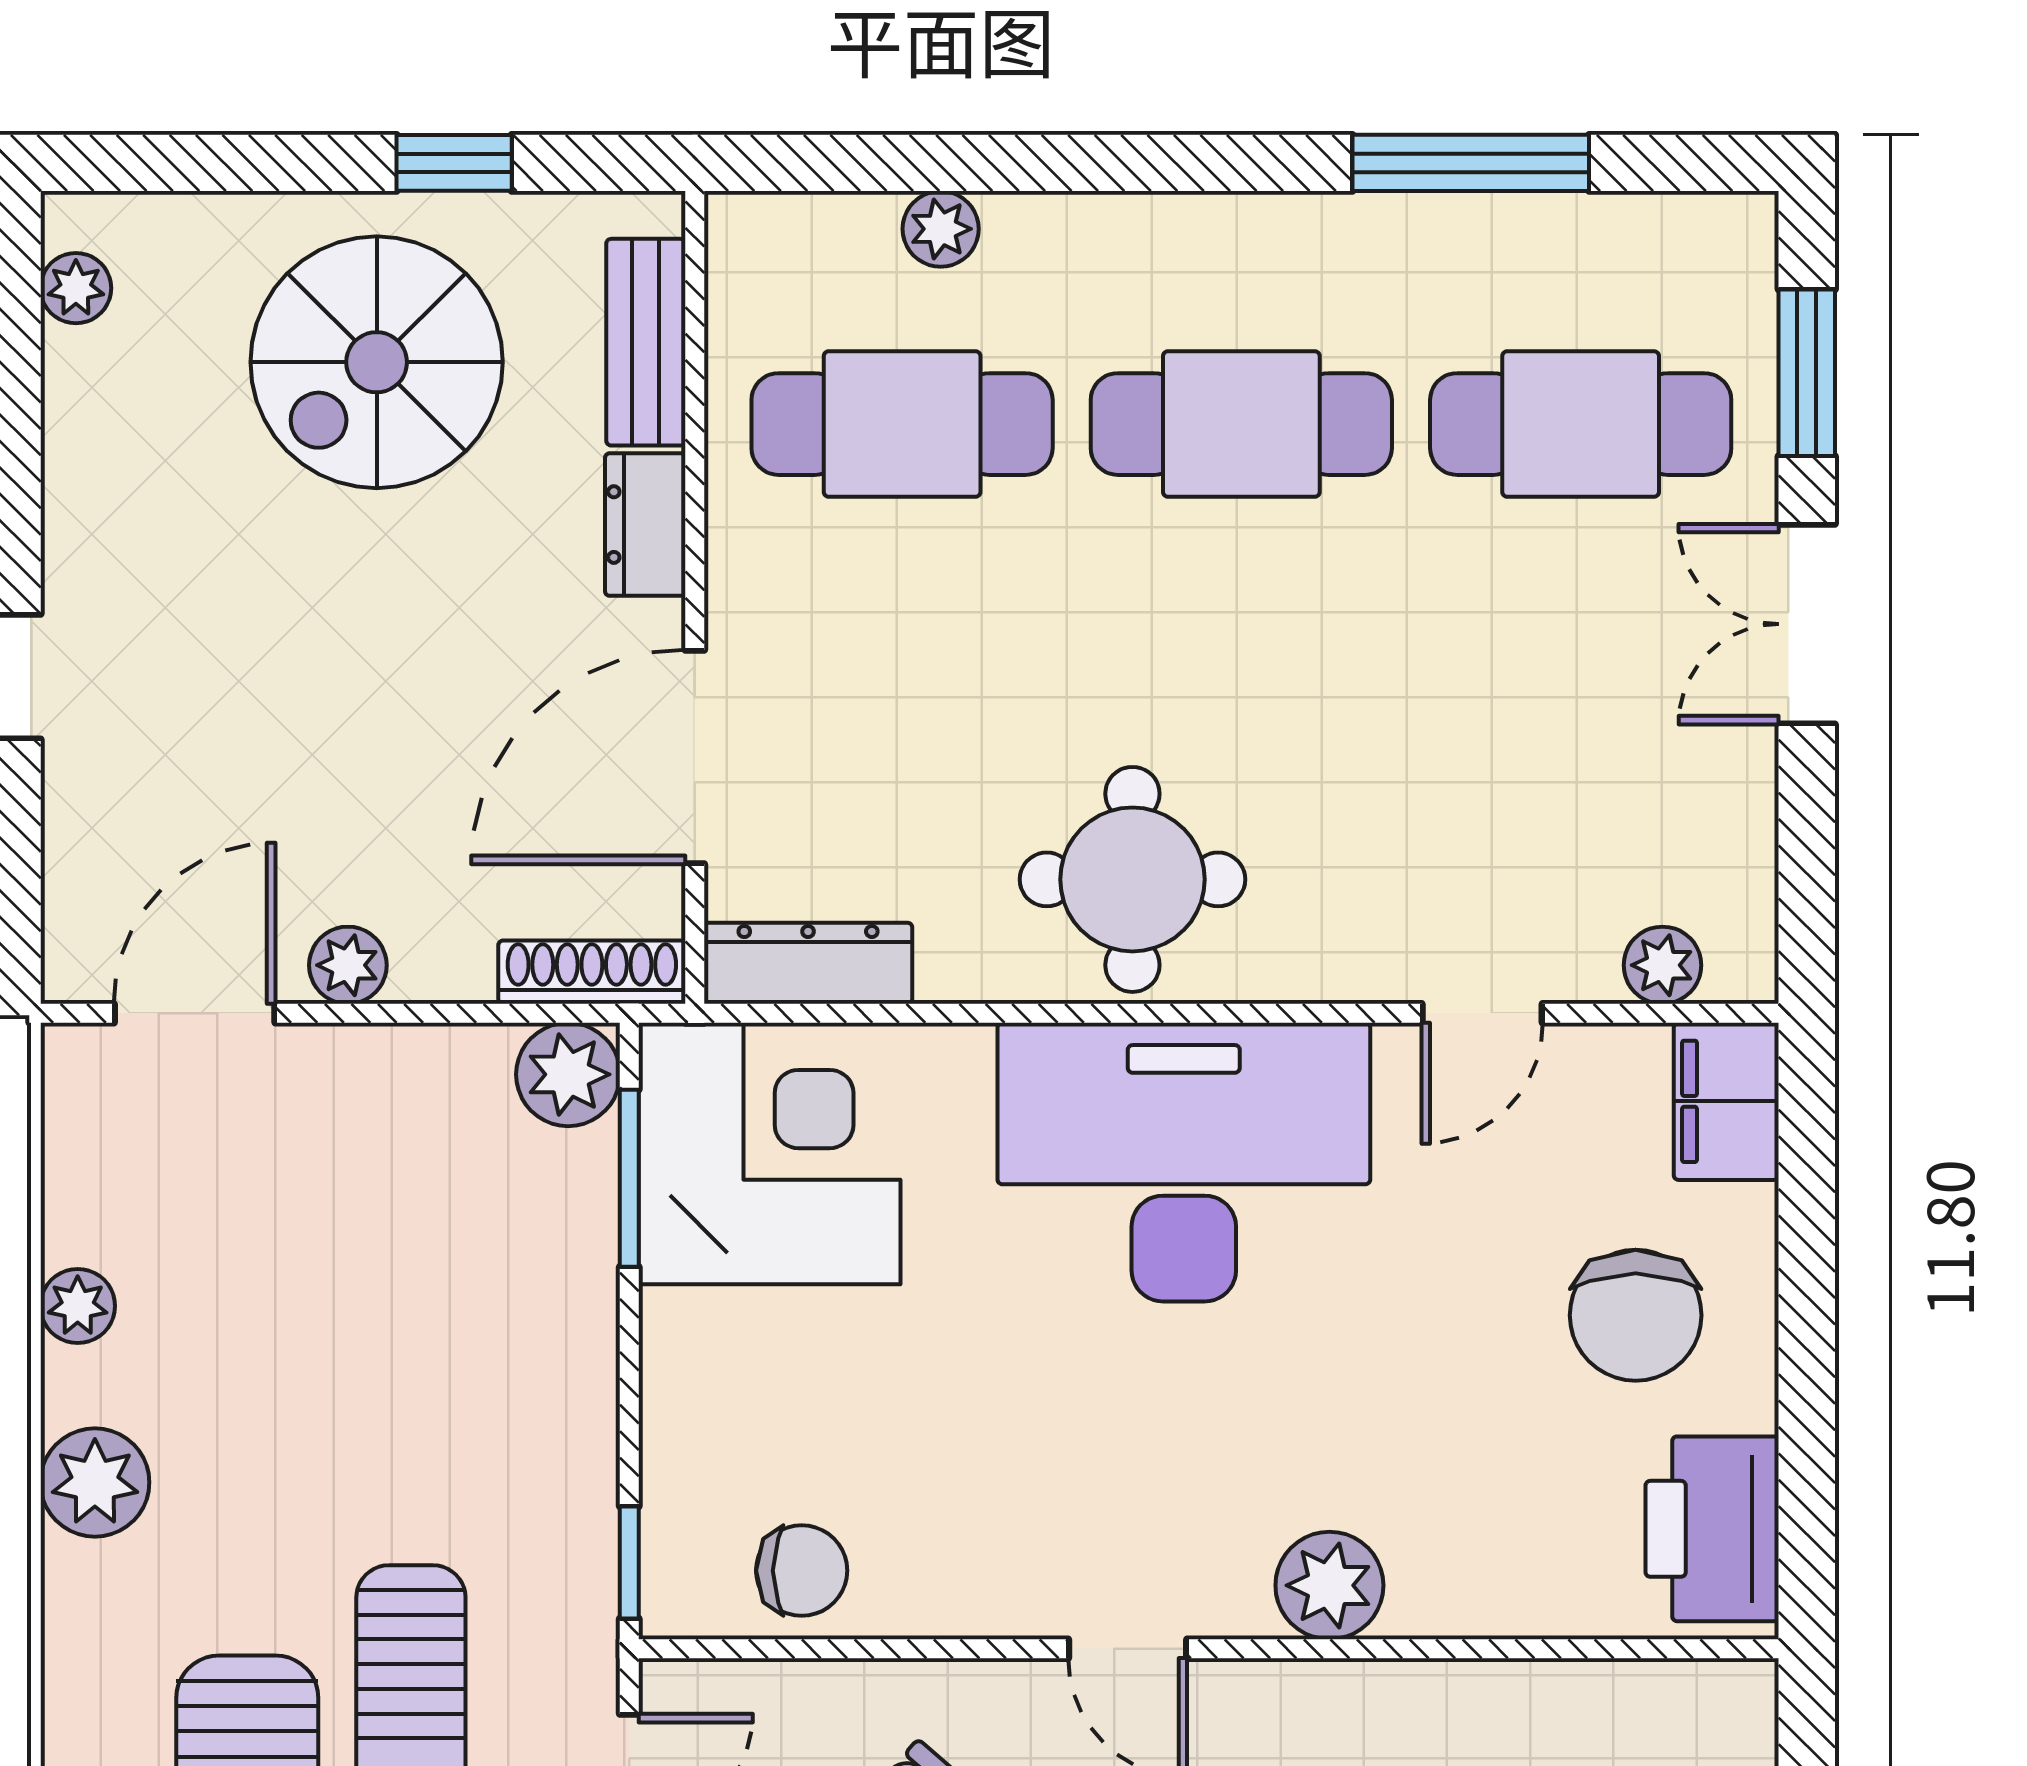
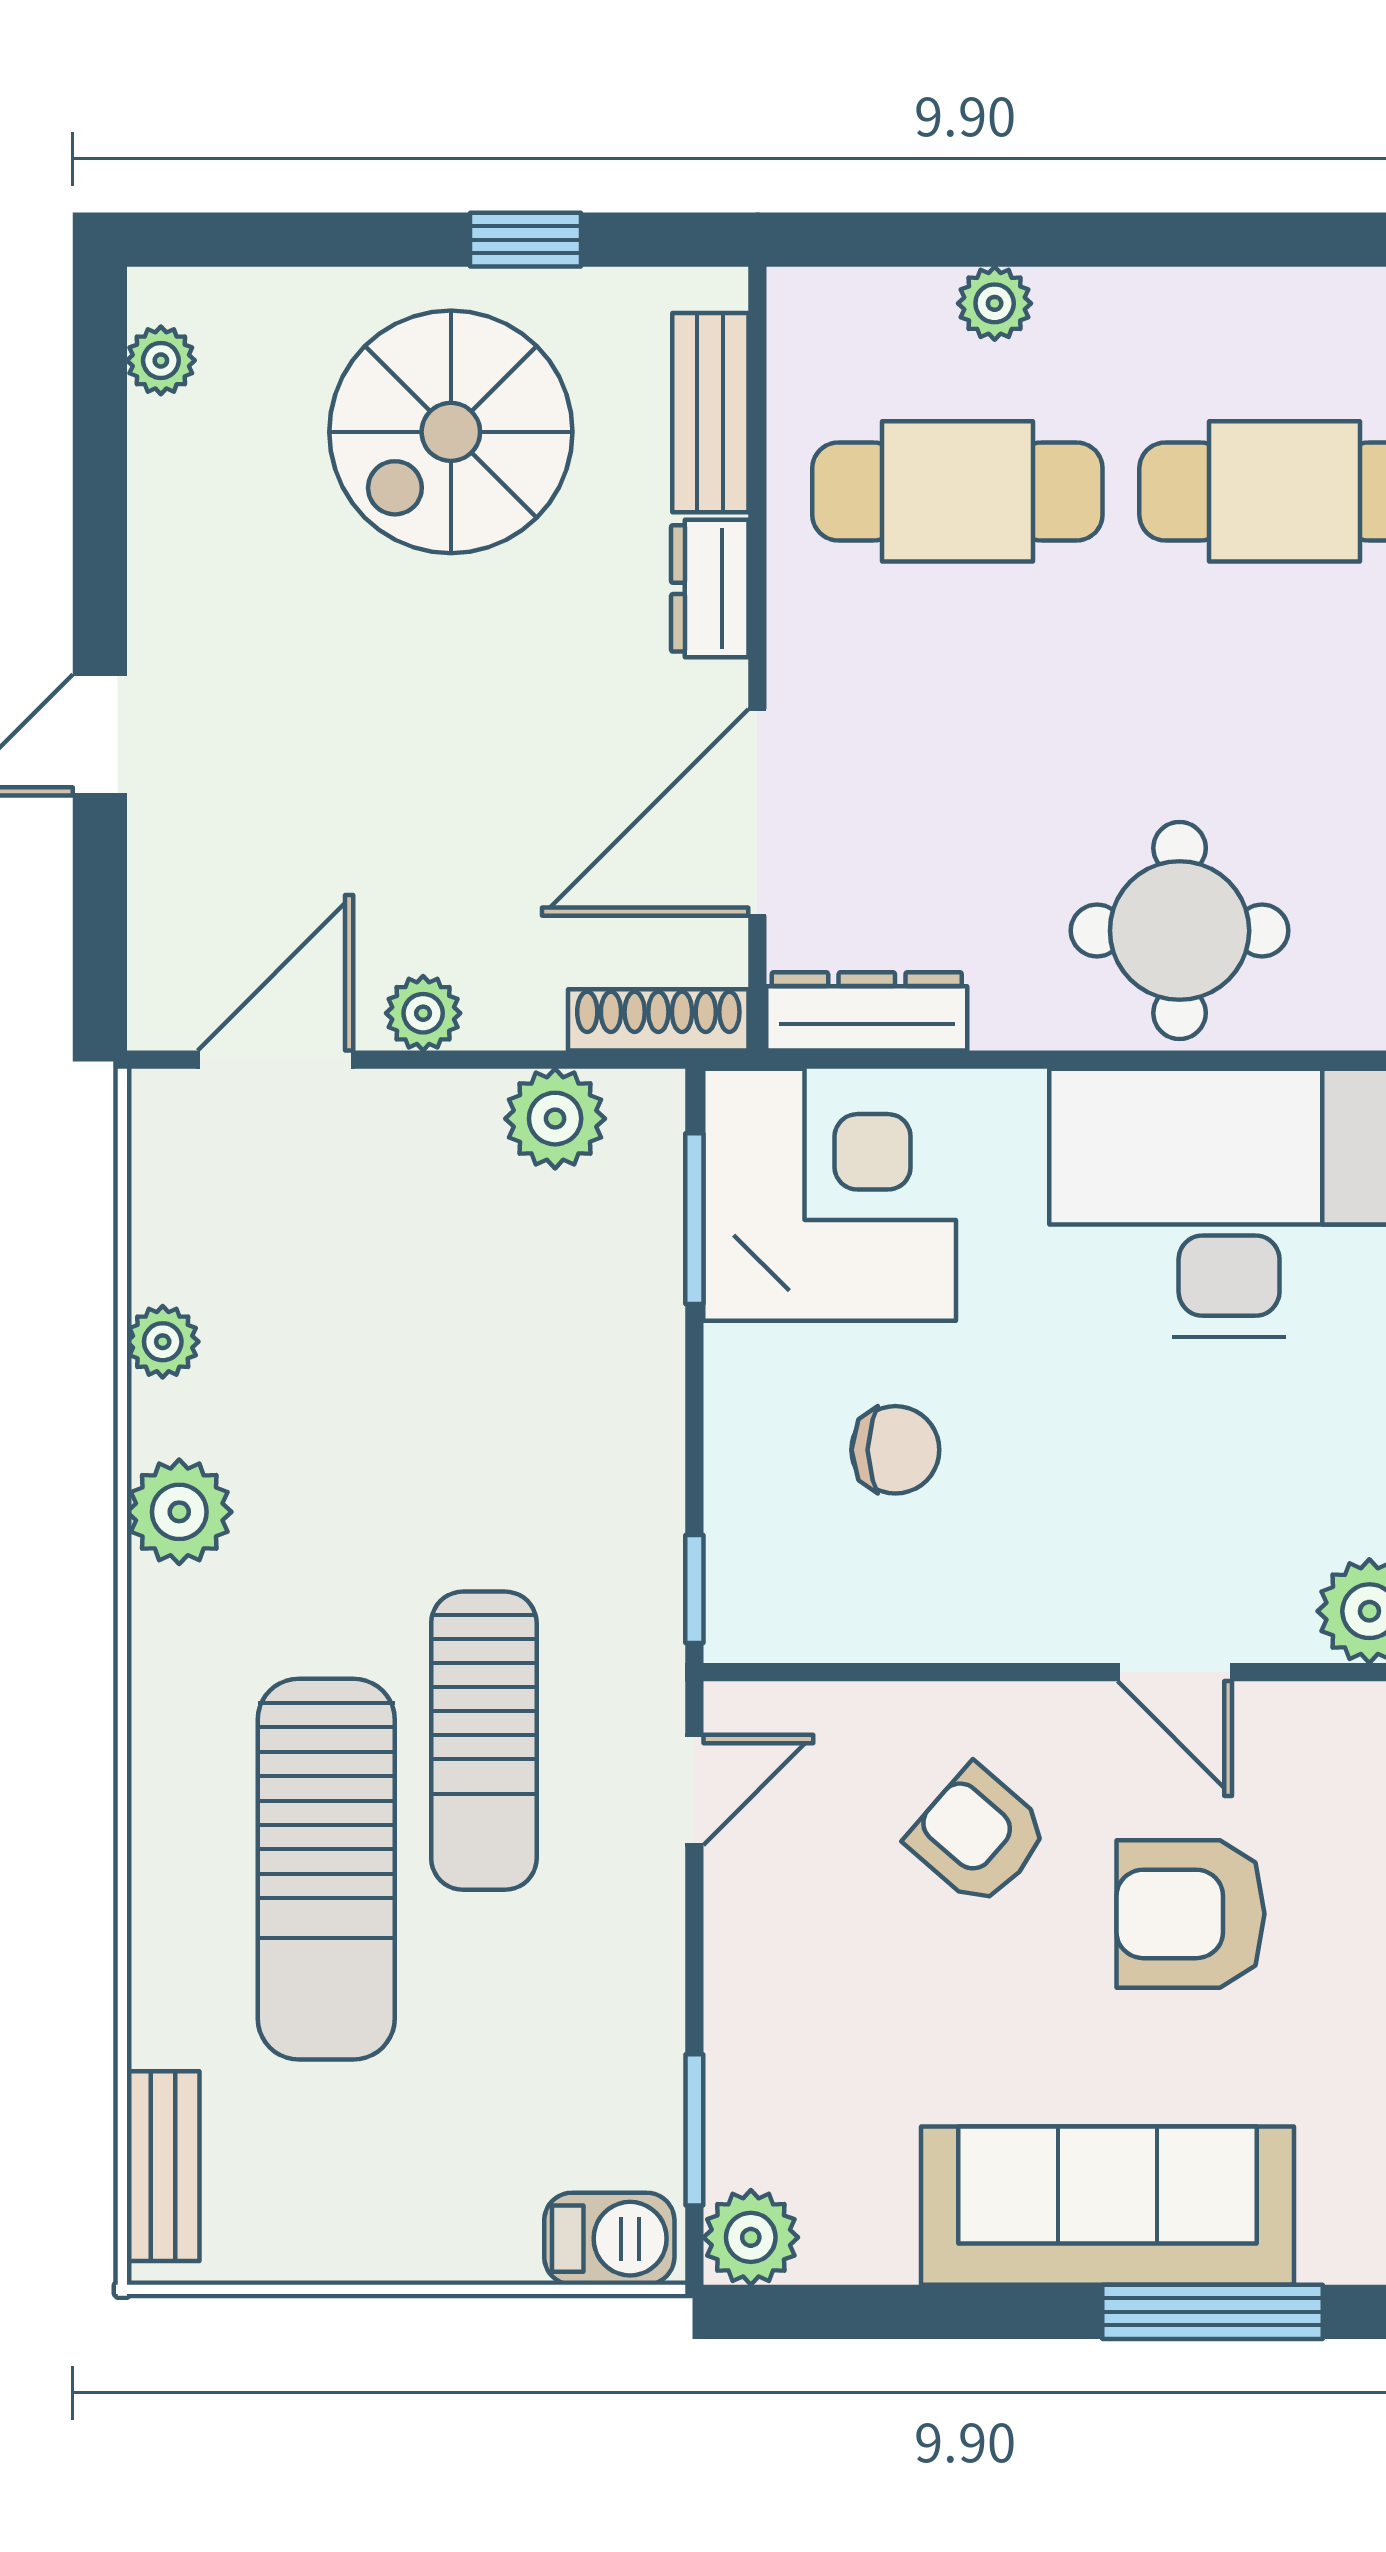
plant: (568, 1074) -> (555, 1119), moved
chair: (802, 1571) -> (895, 1450), moved

